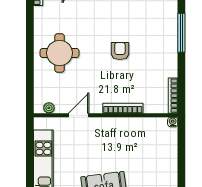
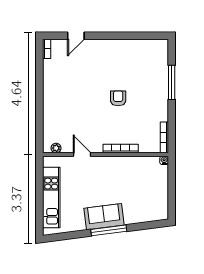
round table: (60, 53) -> (65, 100), removed
door: (79, 115) -> (82, 155), hinge flipped

